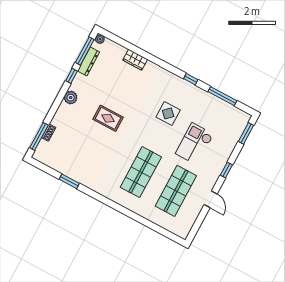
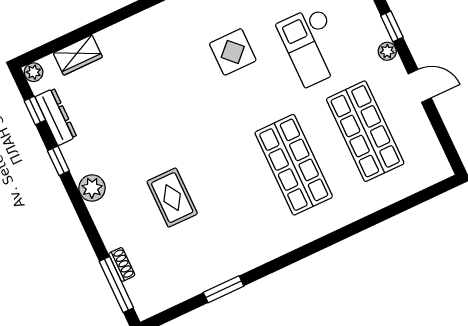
window: (85, 51) -> (35, 110), width x0.46
wardrobe: (135, 60) -> (78, 55), moved
rug: (108, 118) -> (172, 198), moved, turned 90
plant: (215, 176) -> (387, 51), added

